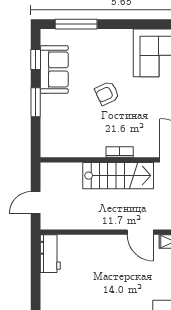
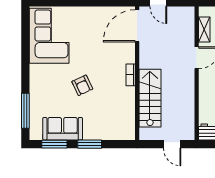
window: (36, 59) -> (54, 144), width x1.50
stairs: (118, 176) -> (150, 98), moved

